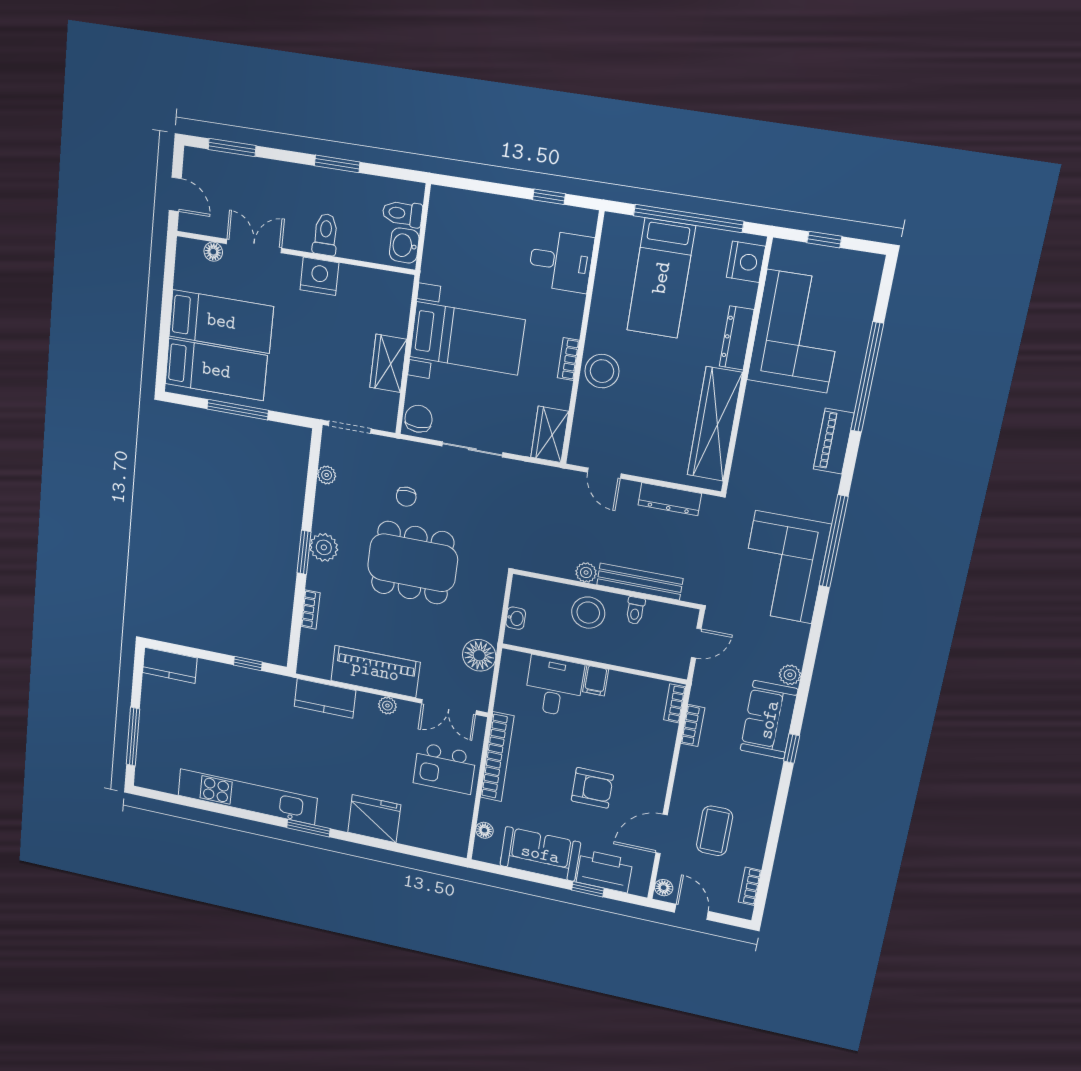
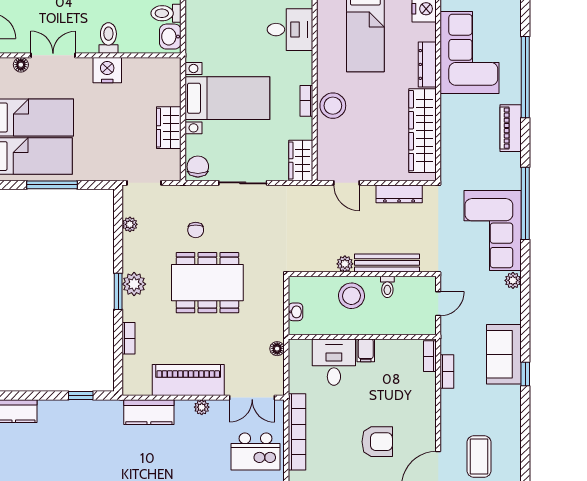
floor lamp: (479, 655) -> (277, 349), width x0.53, depth x0.53
plant: (790, 675) -> (513, 280), moved

